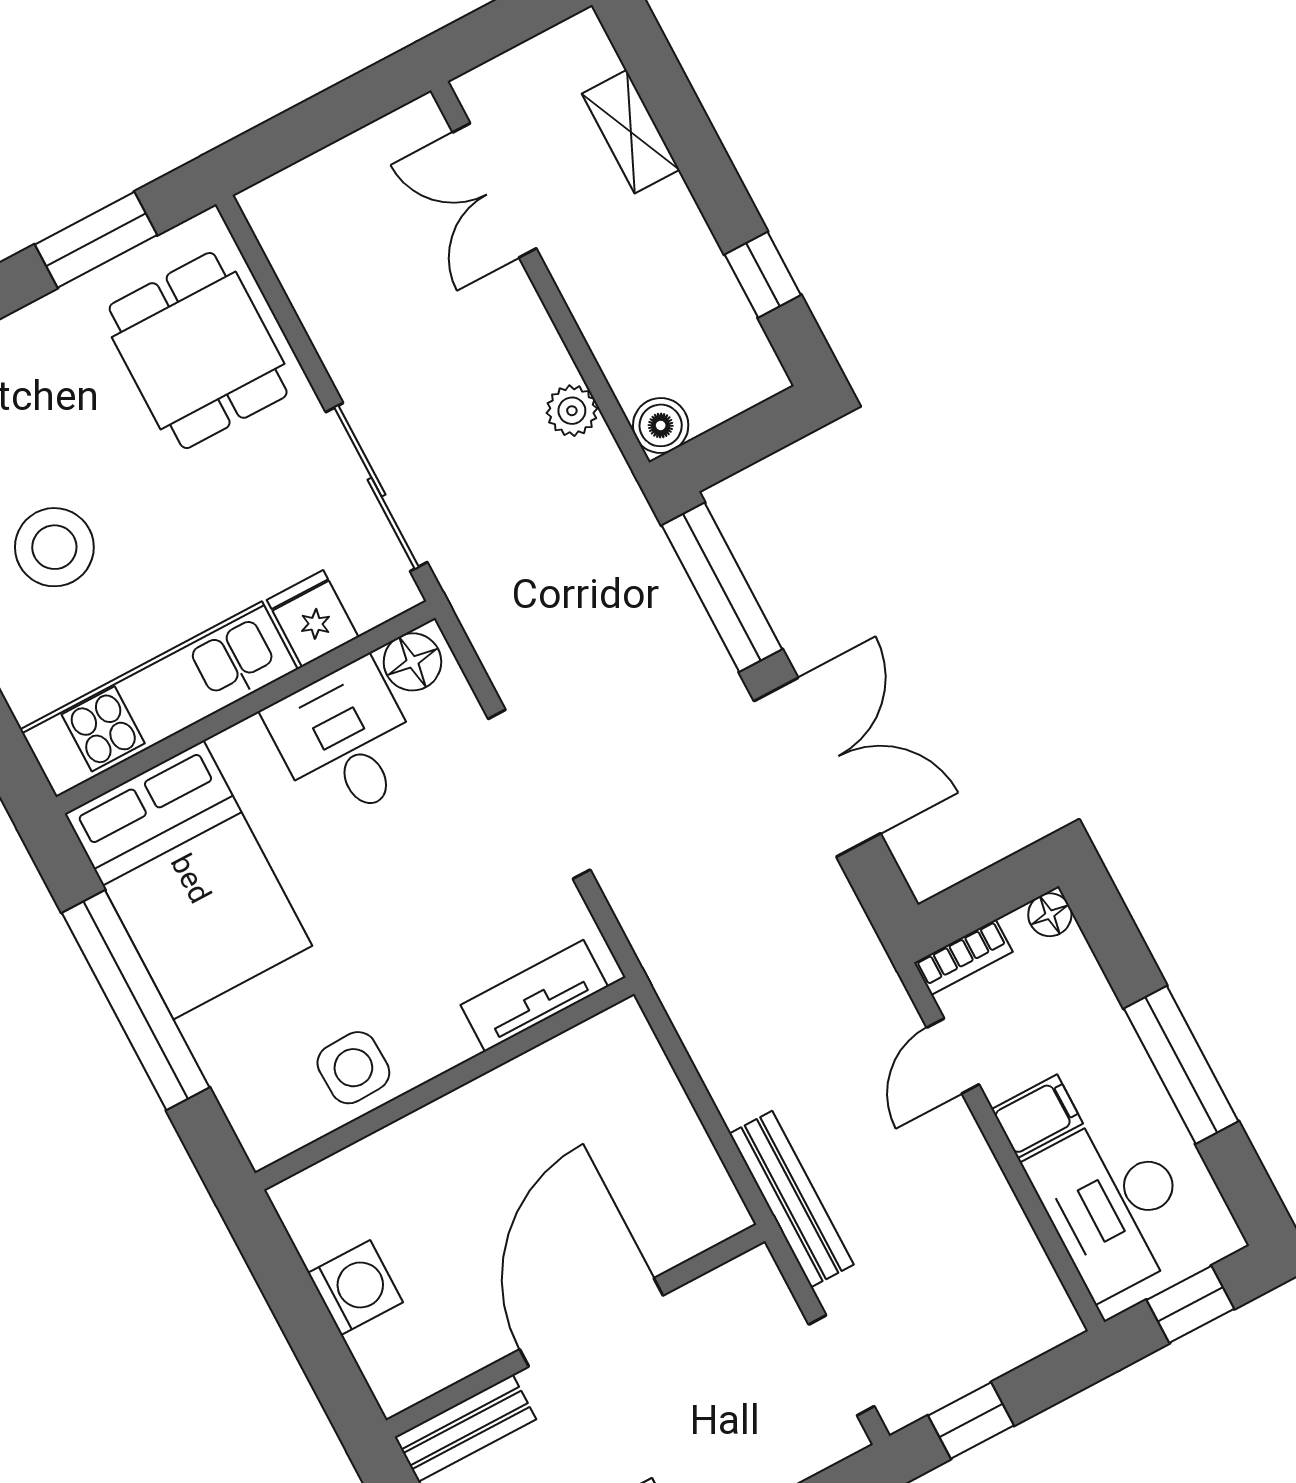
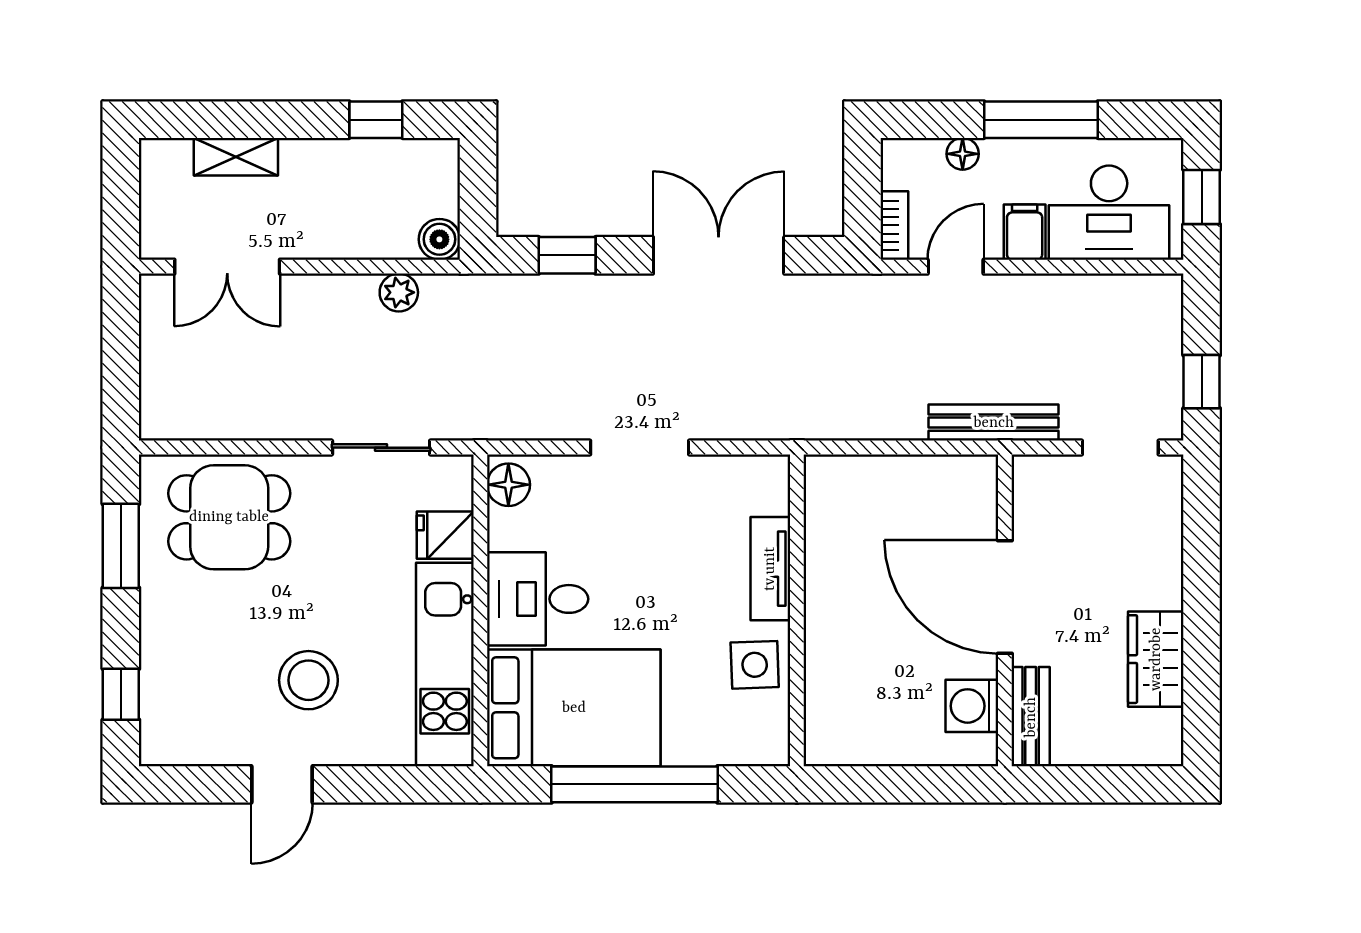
sliding door: (377, 487) -> (381, 448), width x0.73
window: (722, 587) -> (567, 255), width x0.46
desk: (346, 742) -> (538, 599), moved
doorway: (539, 794) -> (640, 448), width x0.73
floor lamp: (1050, 915) -> (963, 154), moved
tv unit: (534, 996) -> (770, 569), moved
door: (953, 1056) -> (956, 267), swing flipped
washing machine: (355, 1288) -> (972, 706), moved, turned -90

